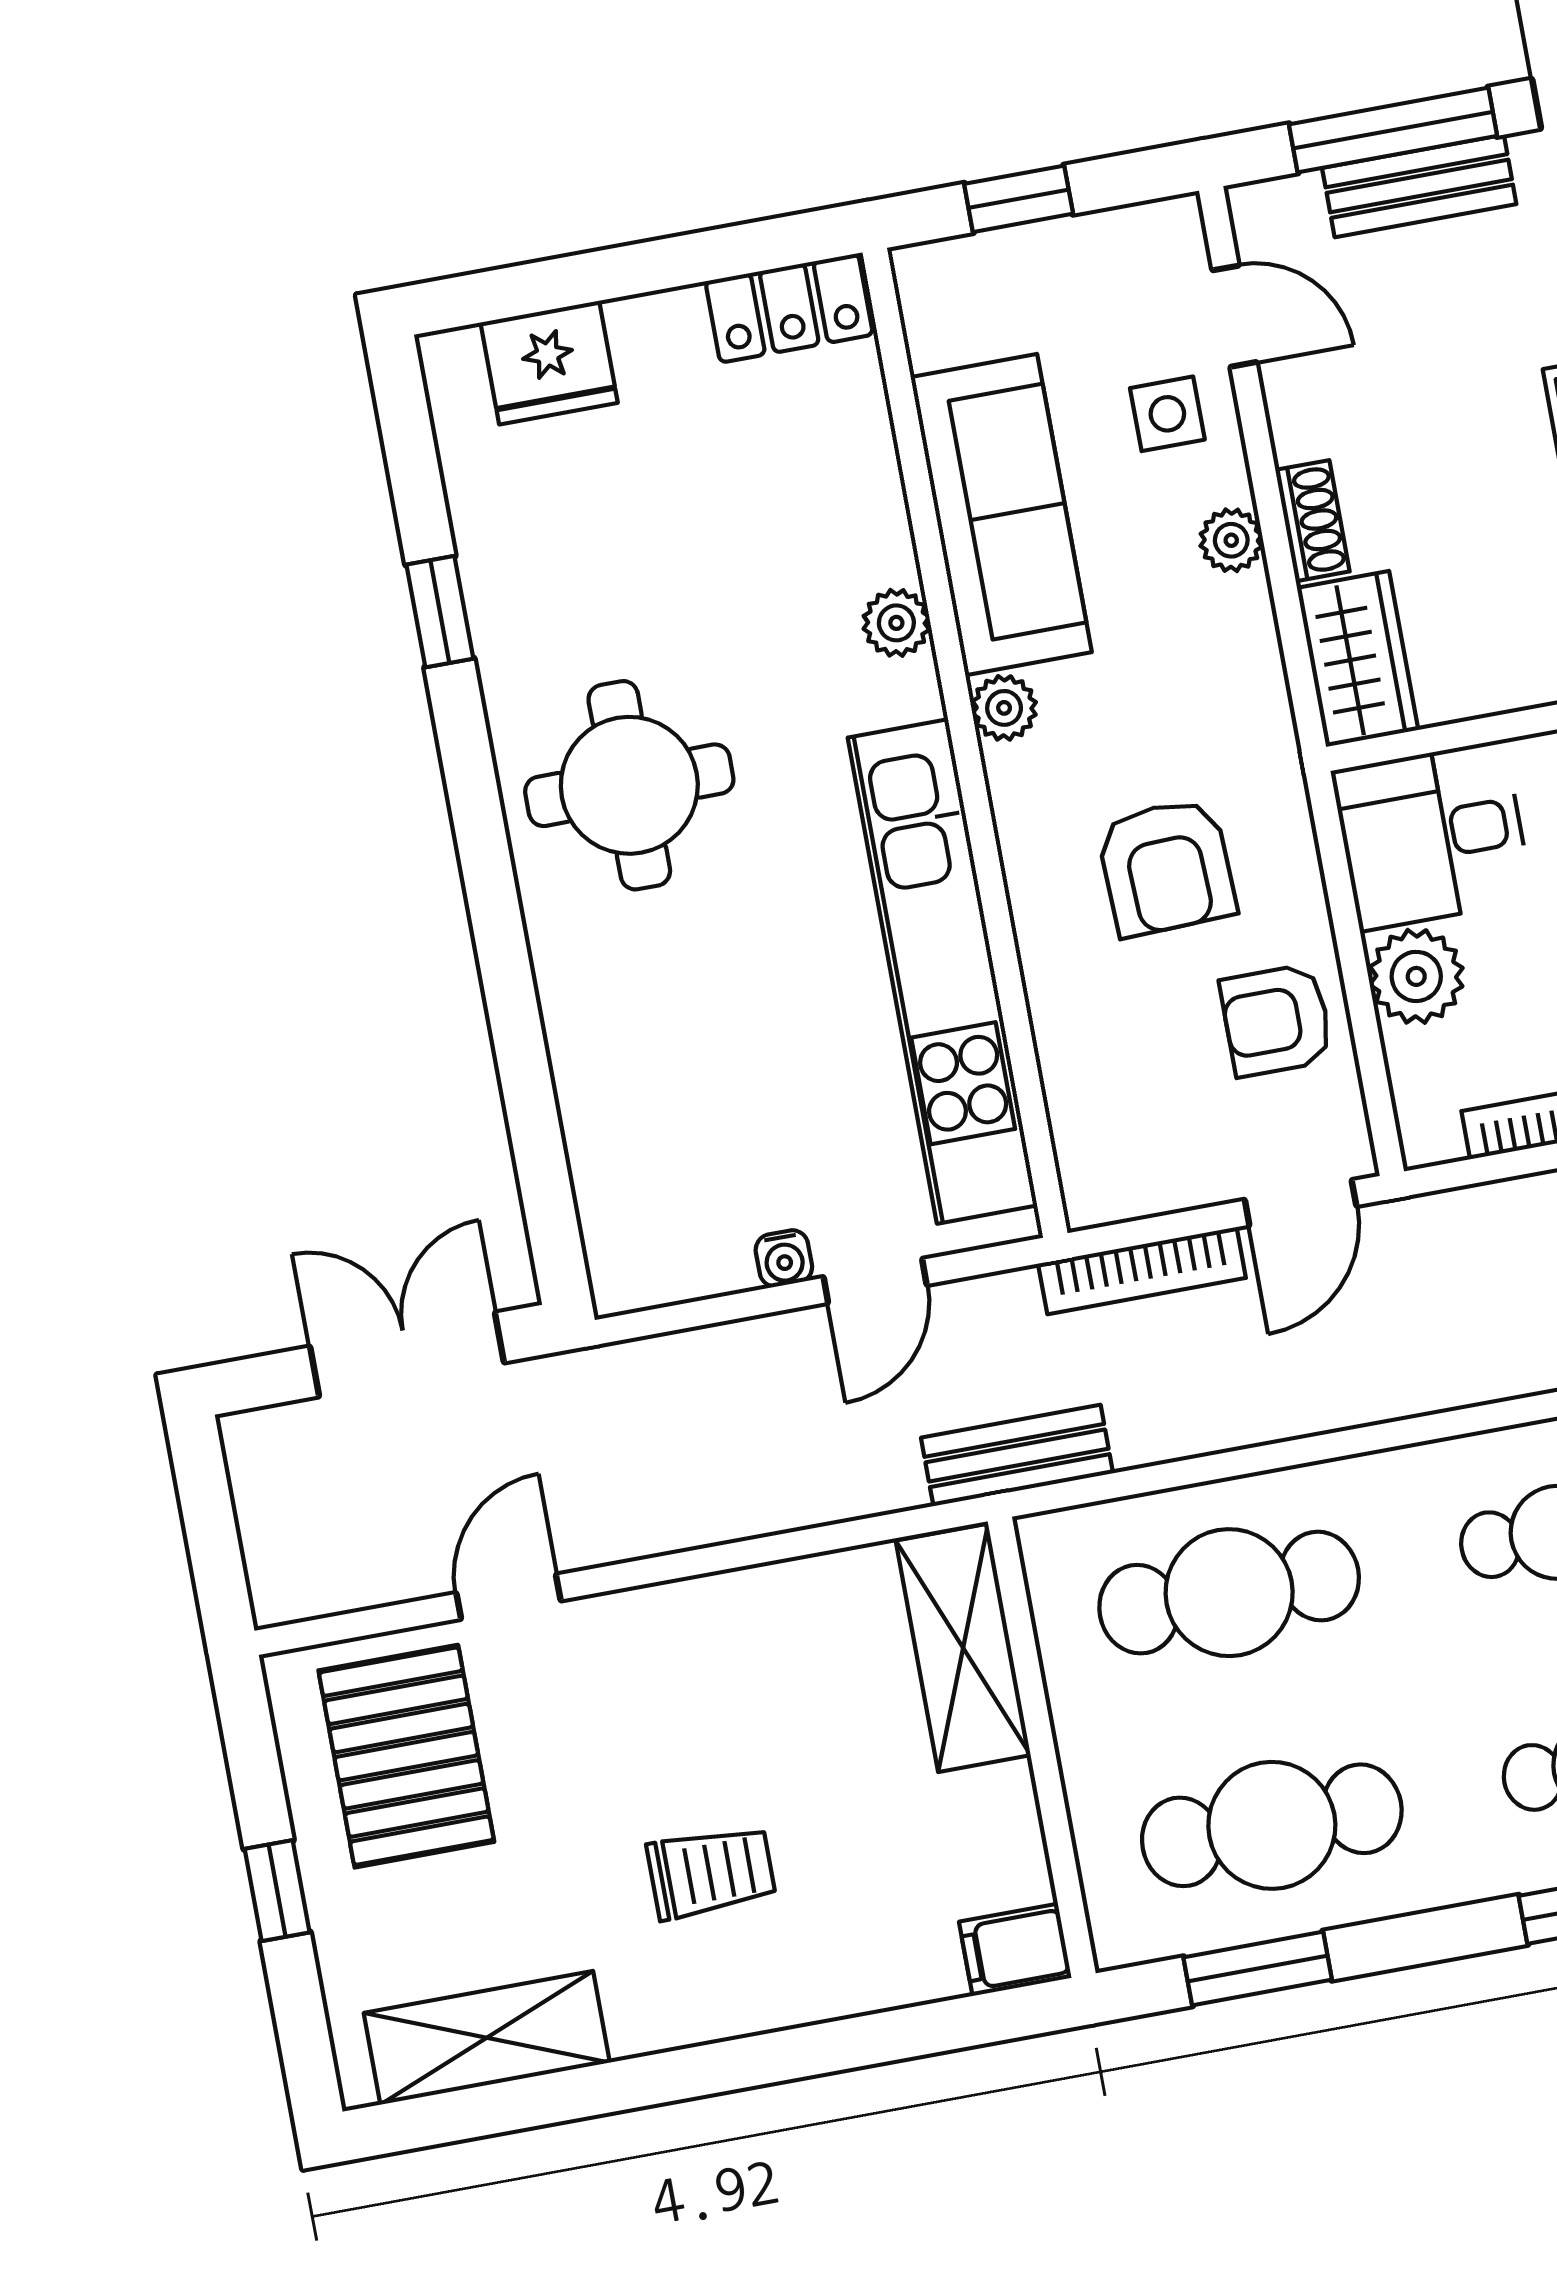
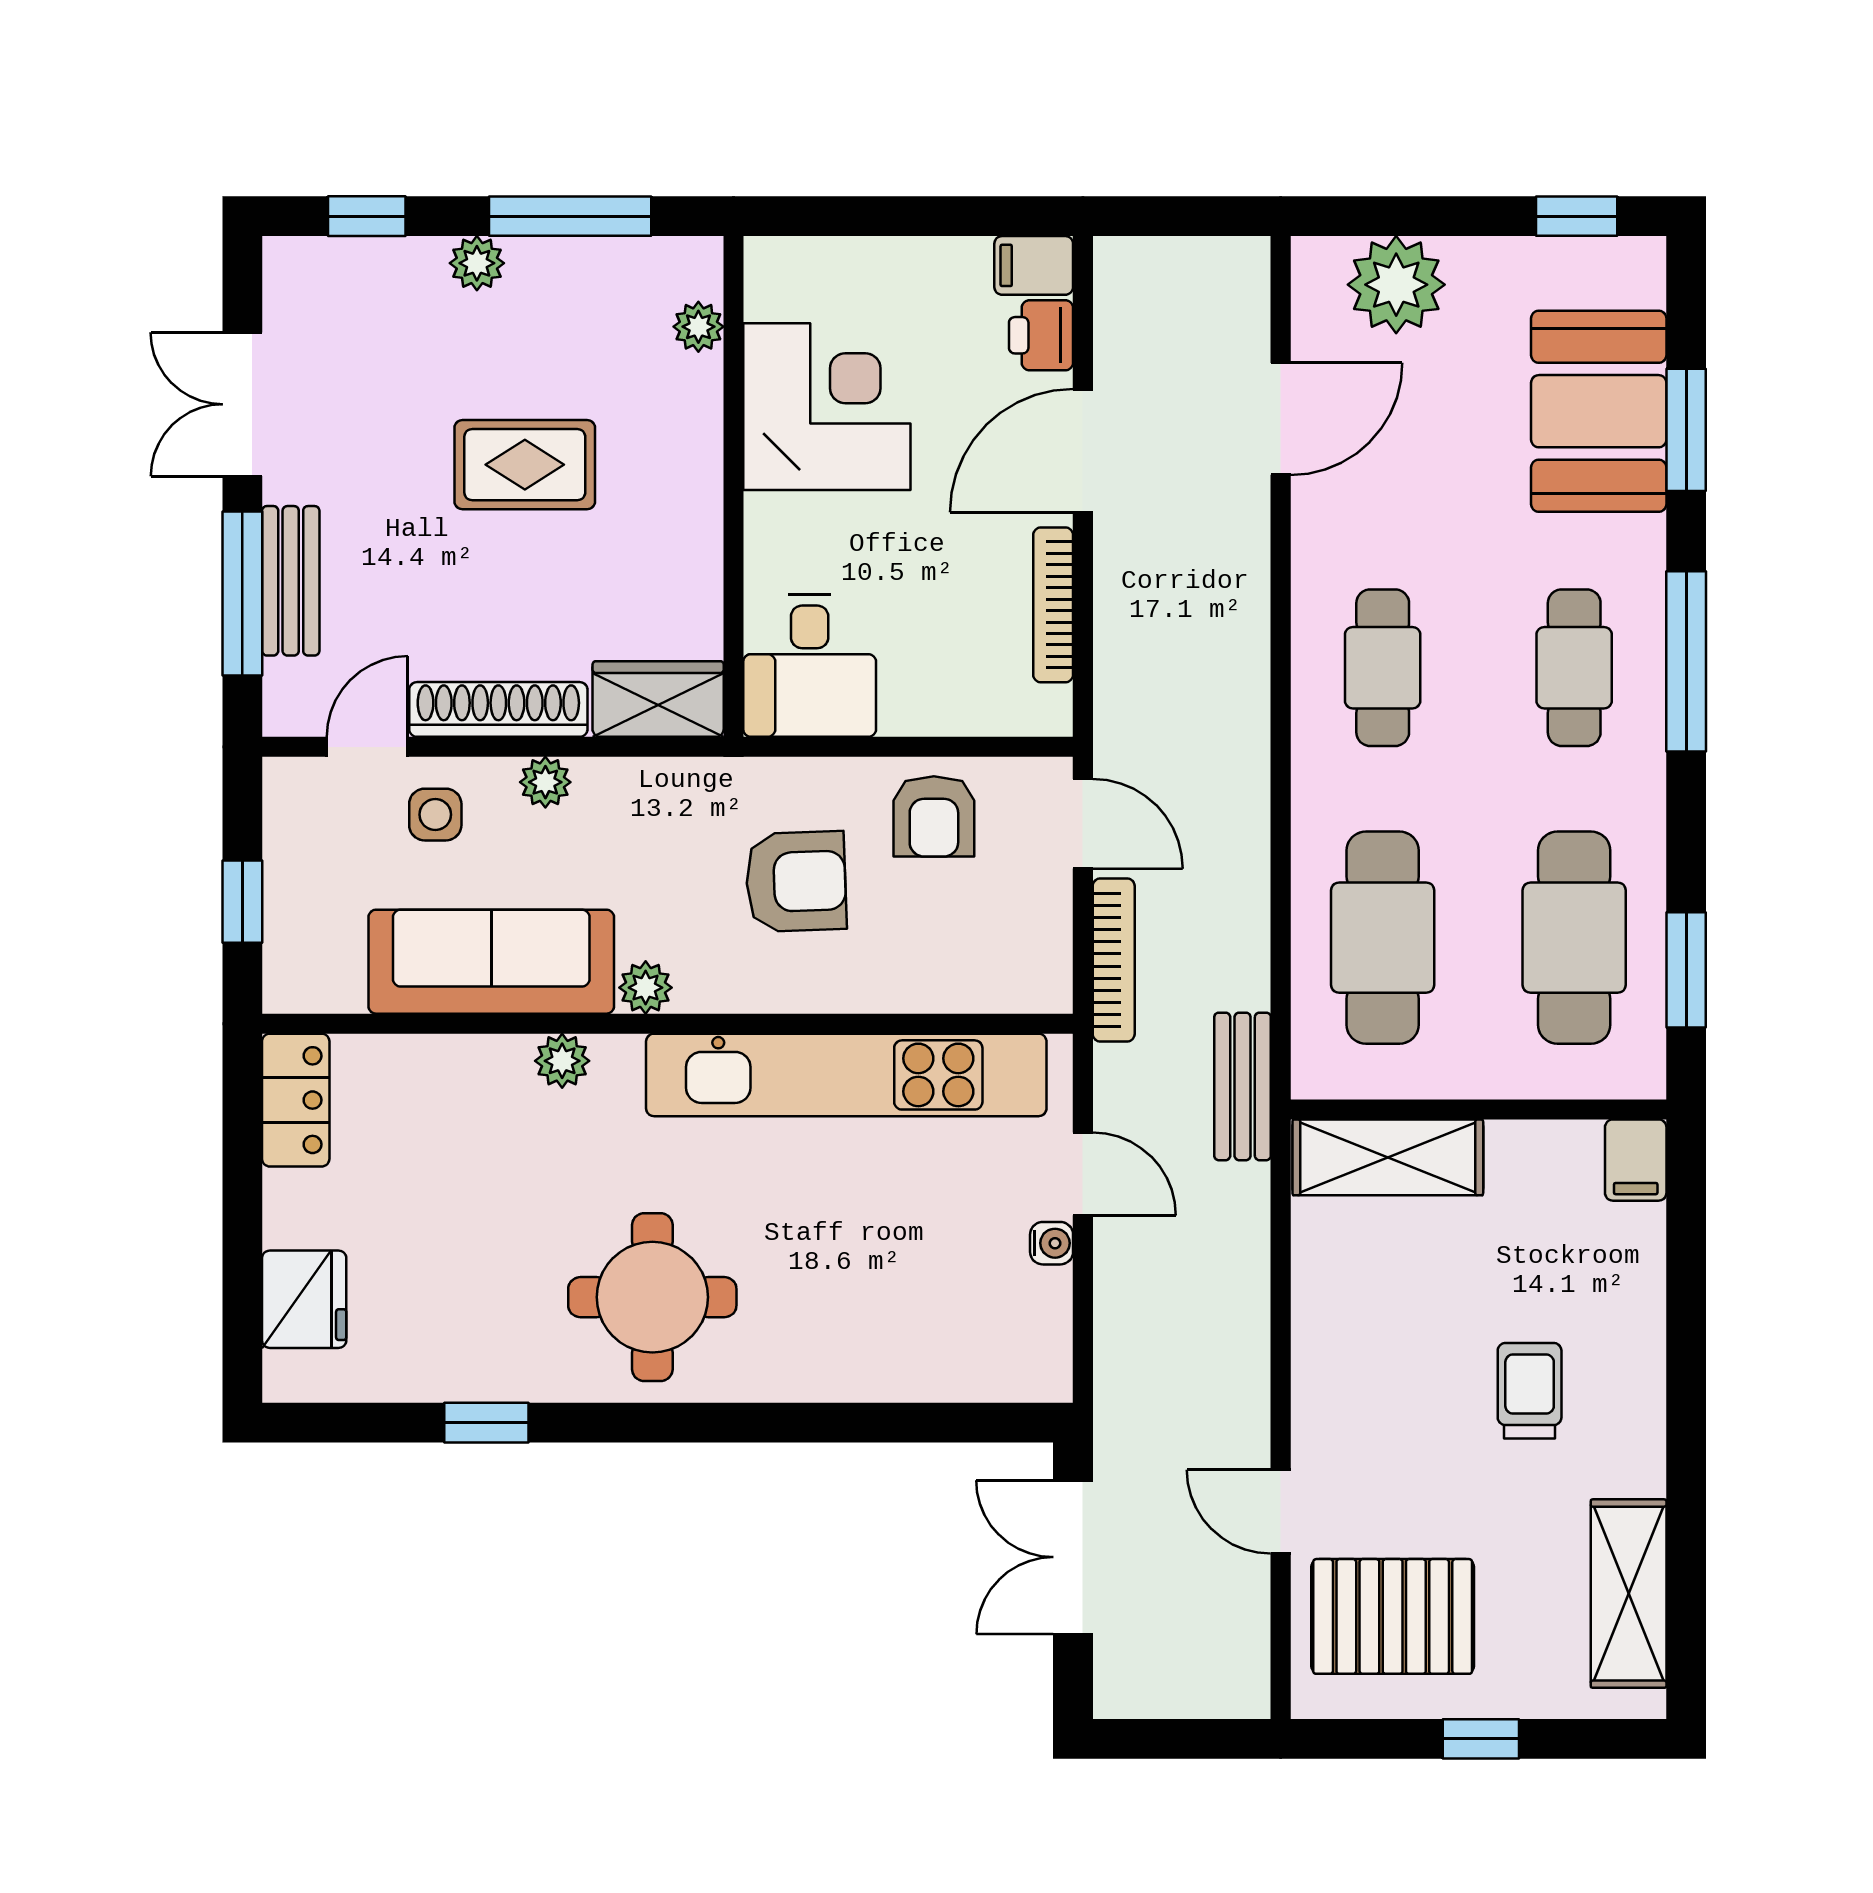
shoe rack: (1312, 521) -> (498, 709), width x1.94, depth x1.24
plant: (1416, 976) -> (919, 699), removed

